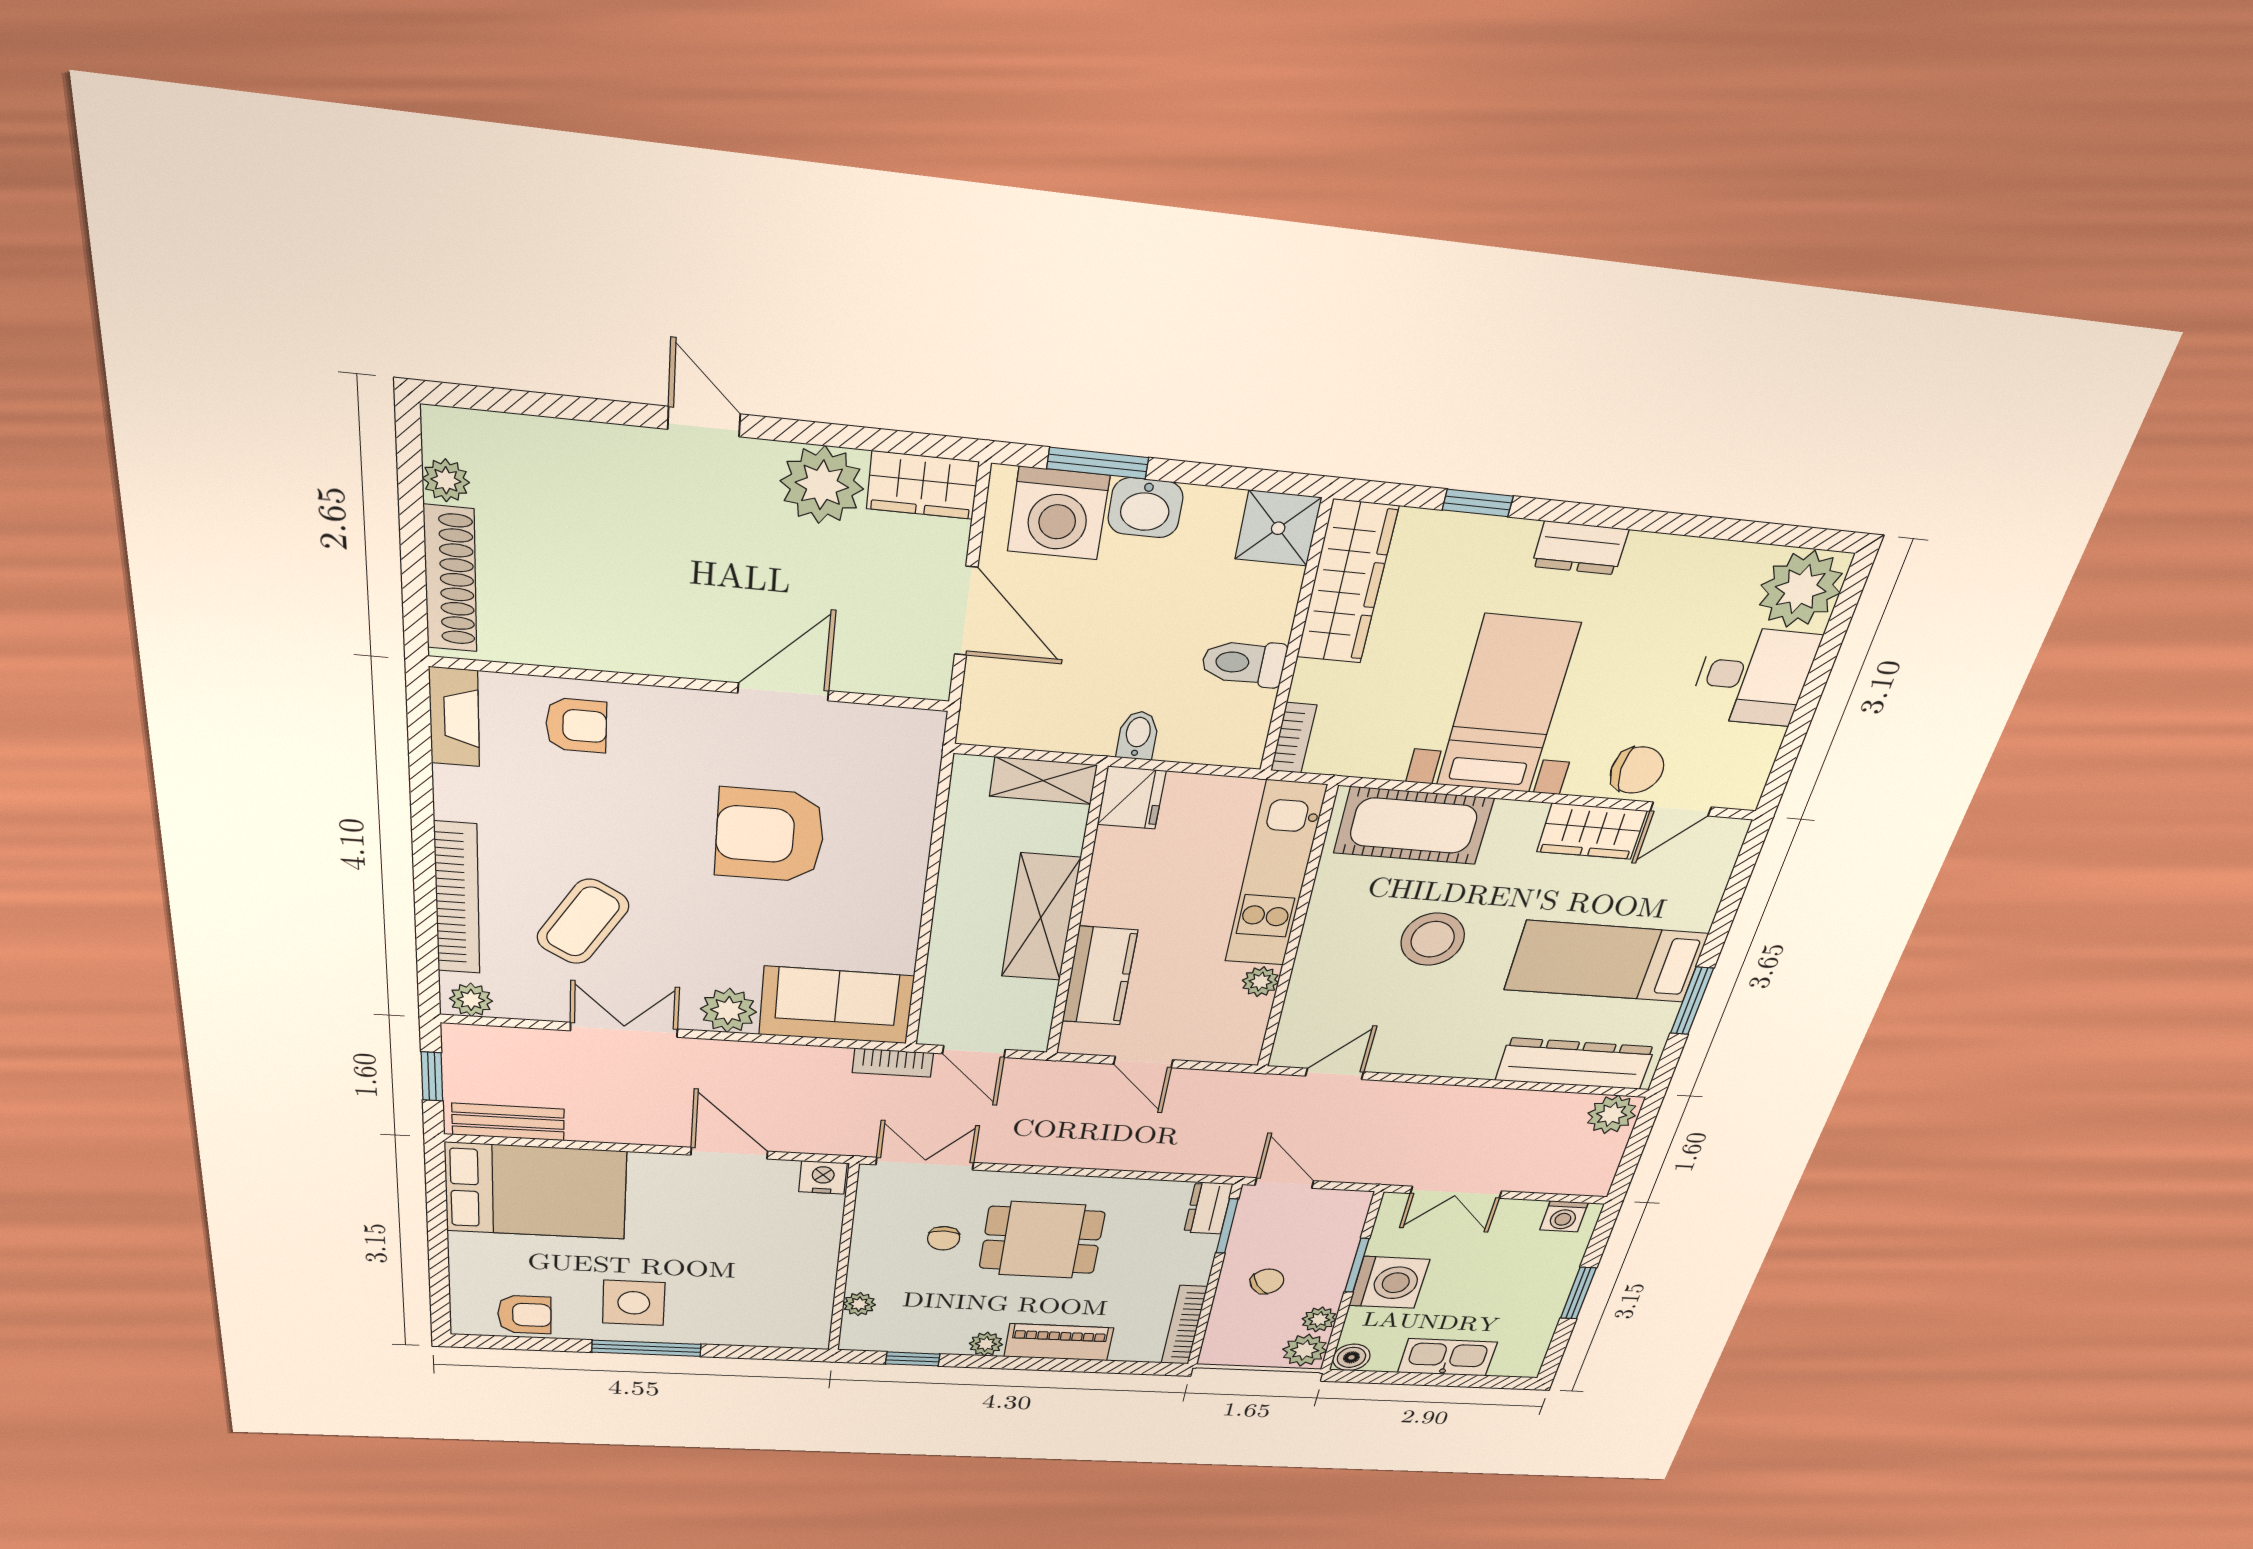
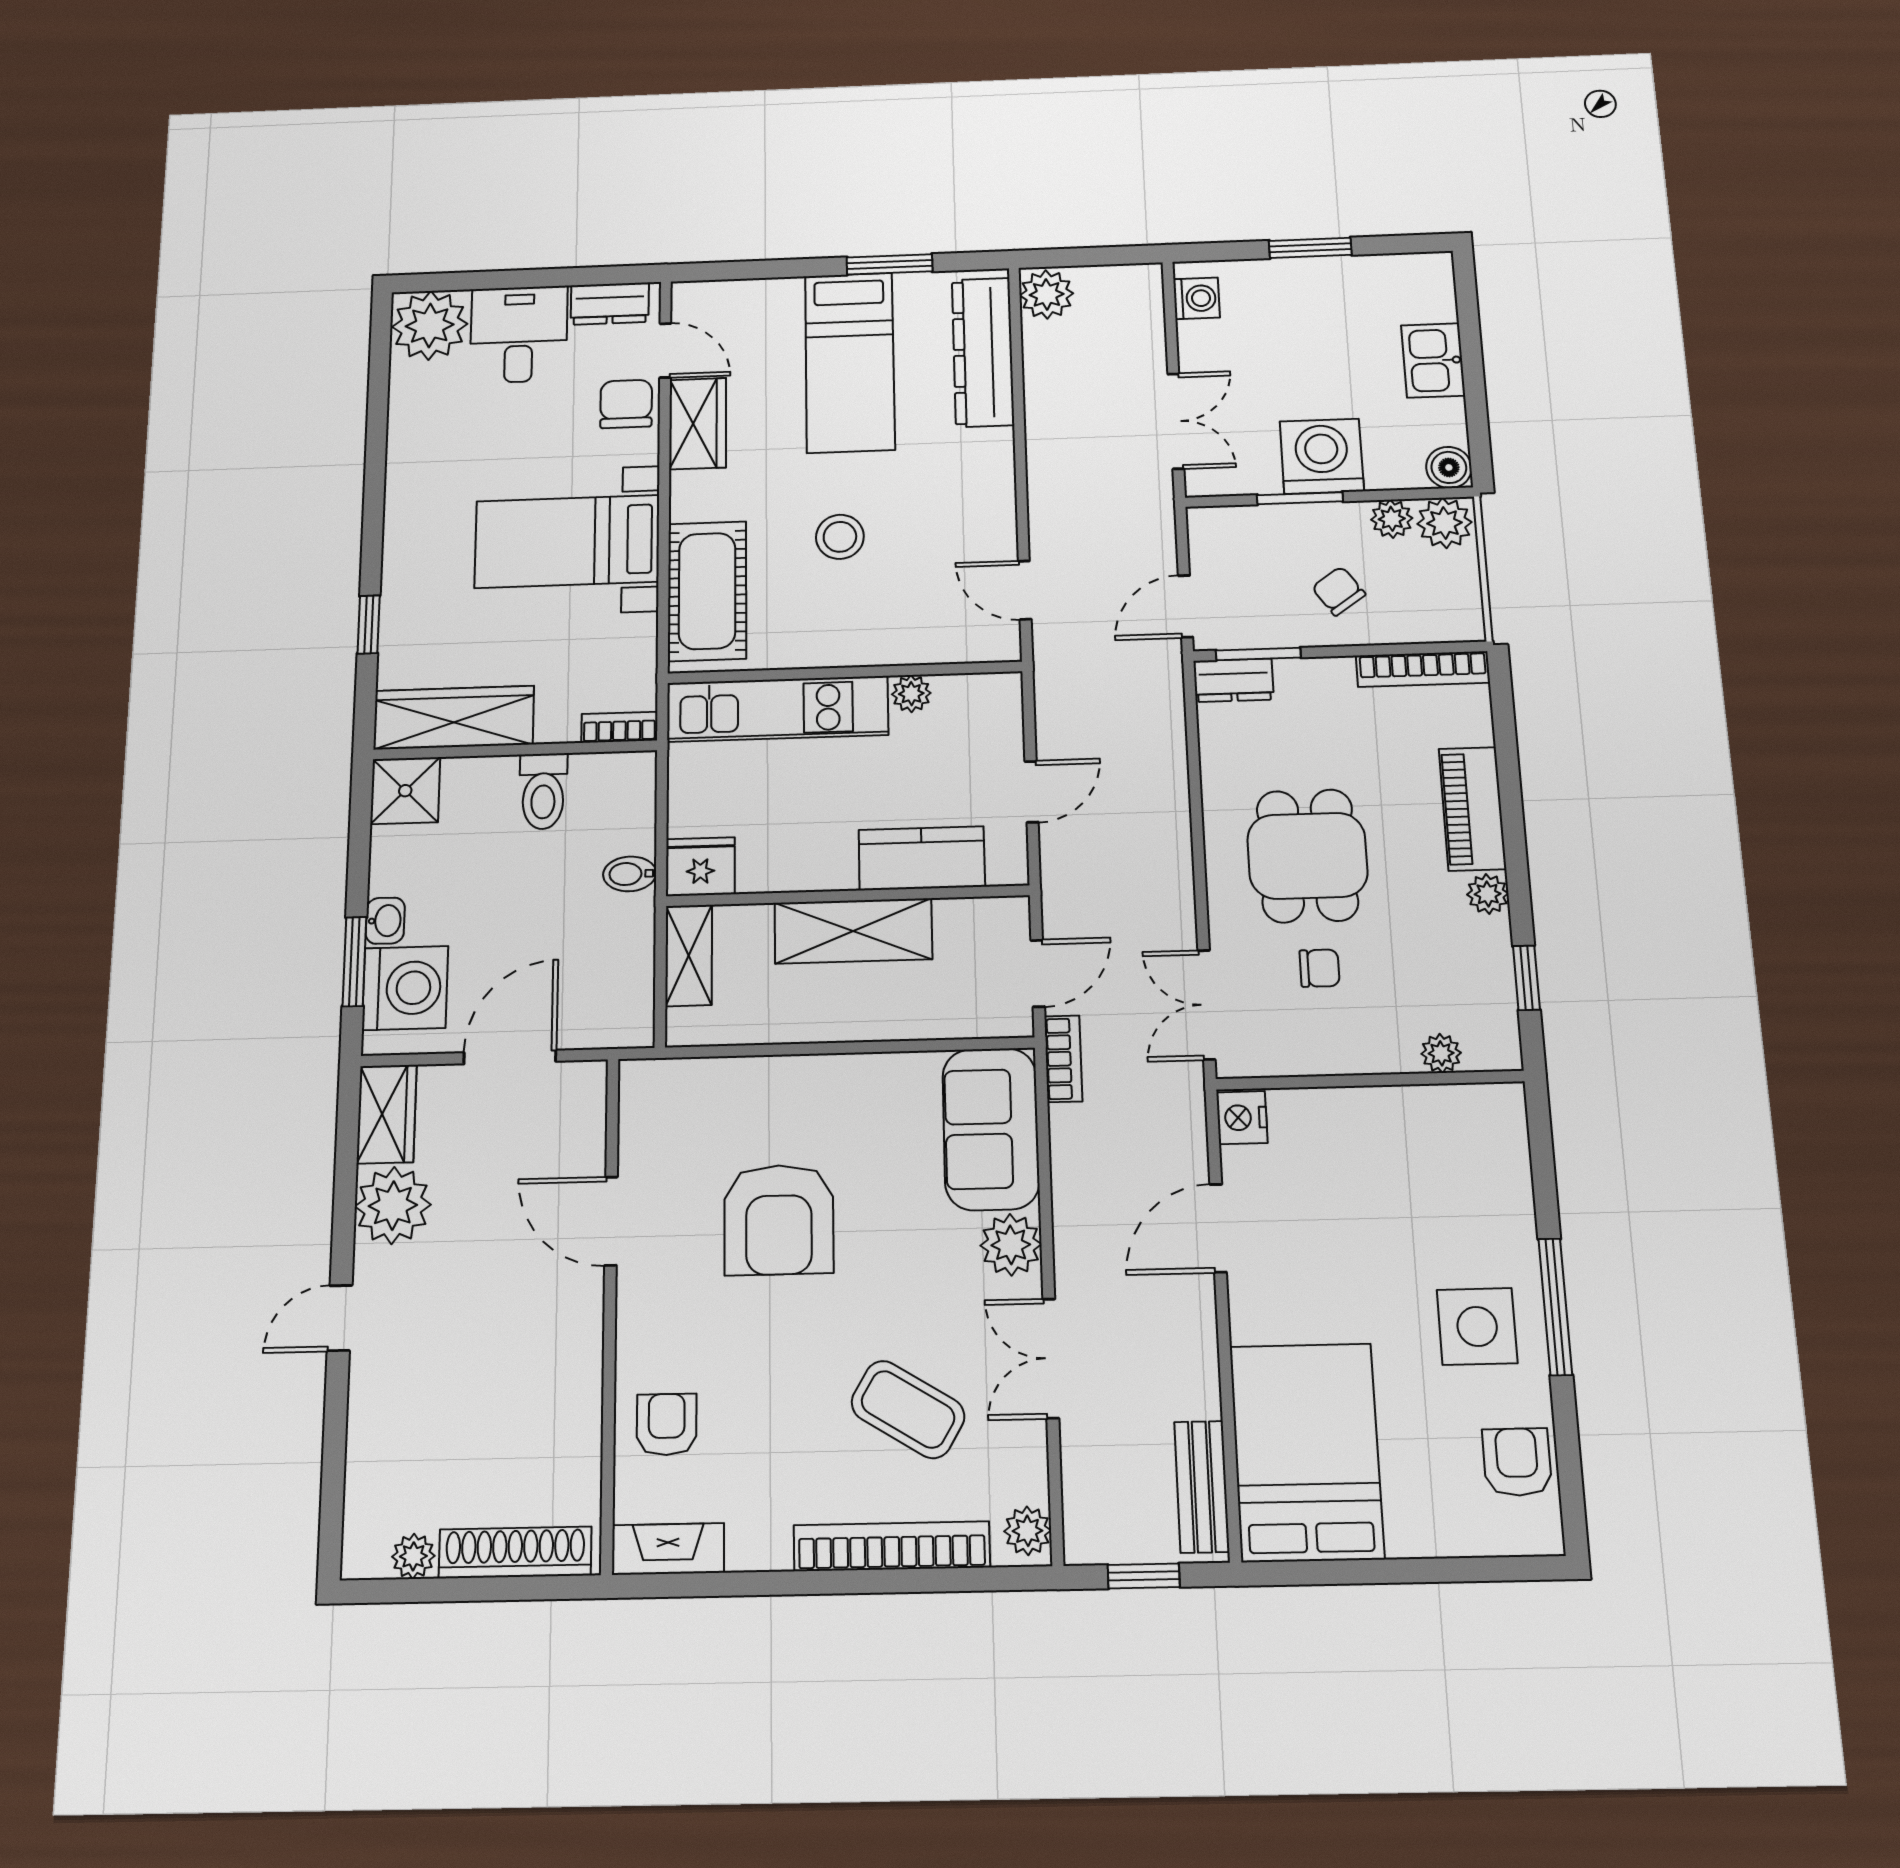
washbasin: (1145, 508) -> (385, 921), width x0.72, depth x0.69
dresser: (1580, 548) -> (610, 304), moved, turned 90
stool: (1433, 939) -> (840, 537), width x0.73, depth x0.73
kitchen sink: (1447, 1357) -> (1433, 360), width x0.73

